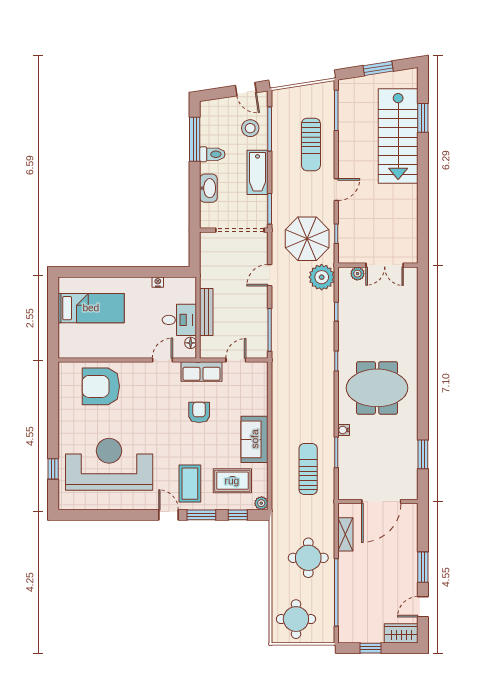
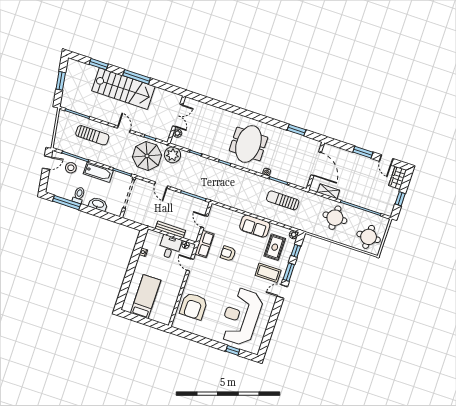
stairs: (398, 136) -> (123, 89), moved
window: (423, 182) -> (137, 77), added

